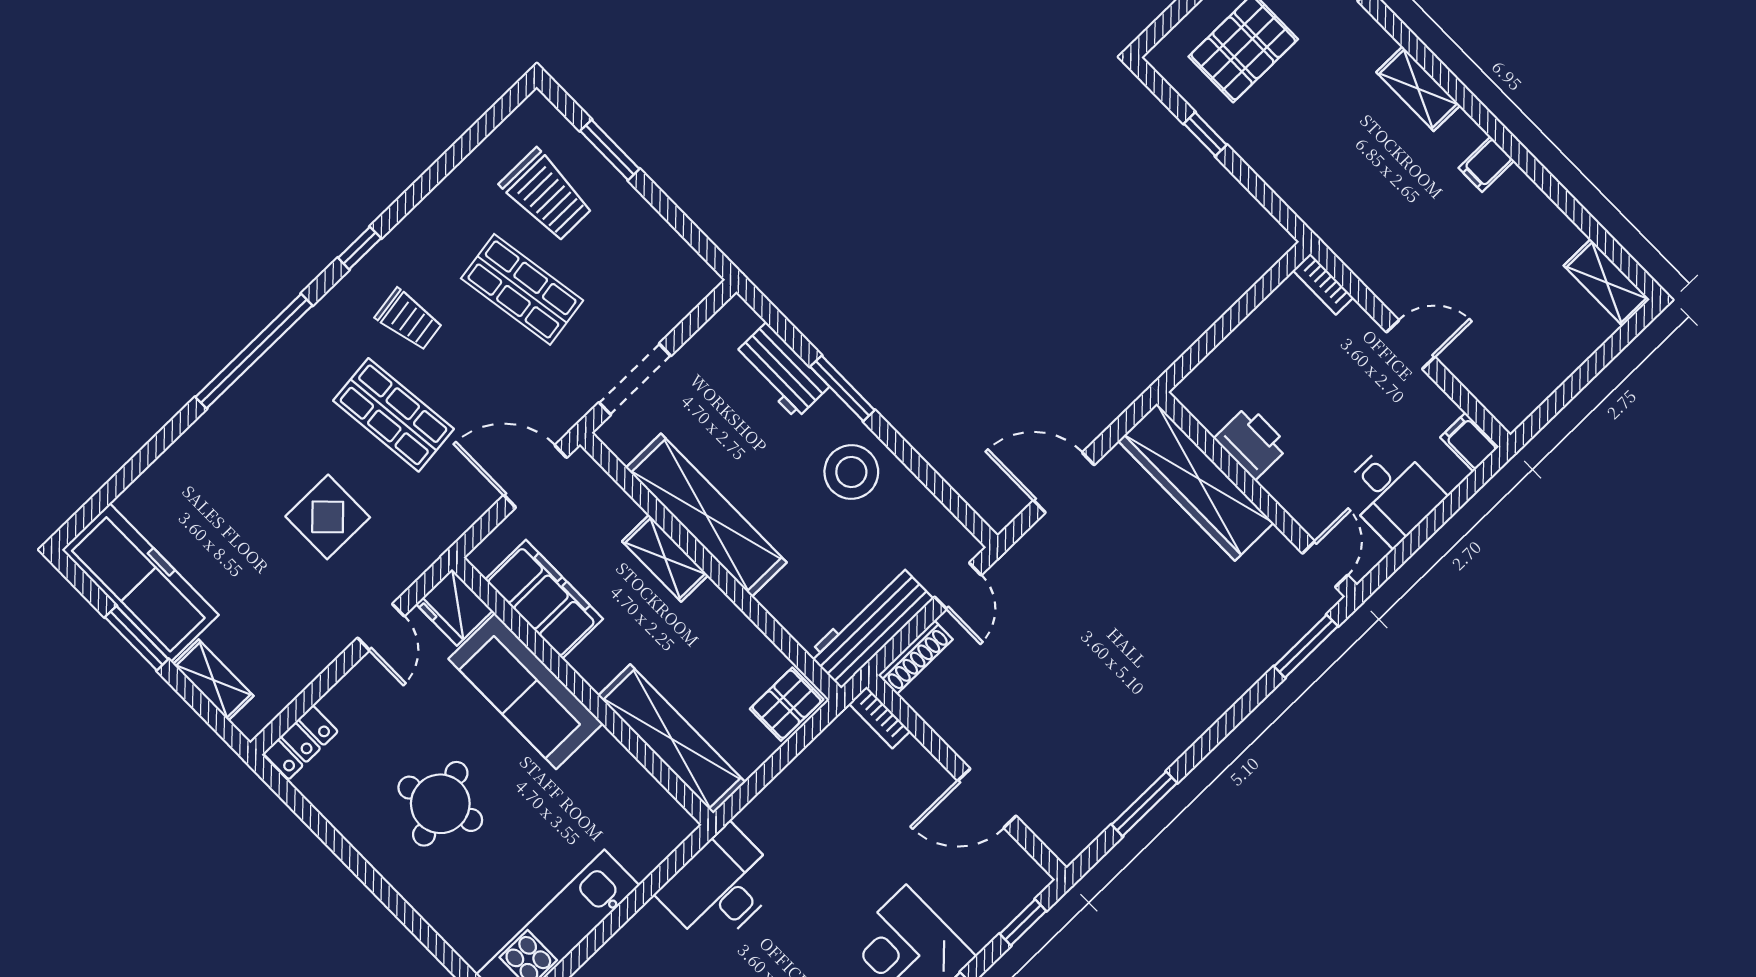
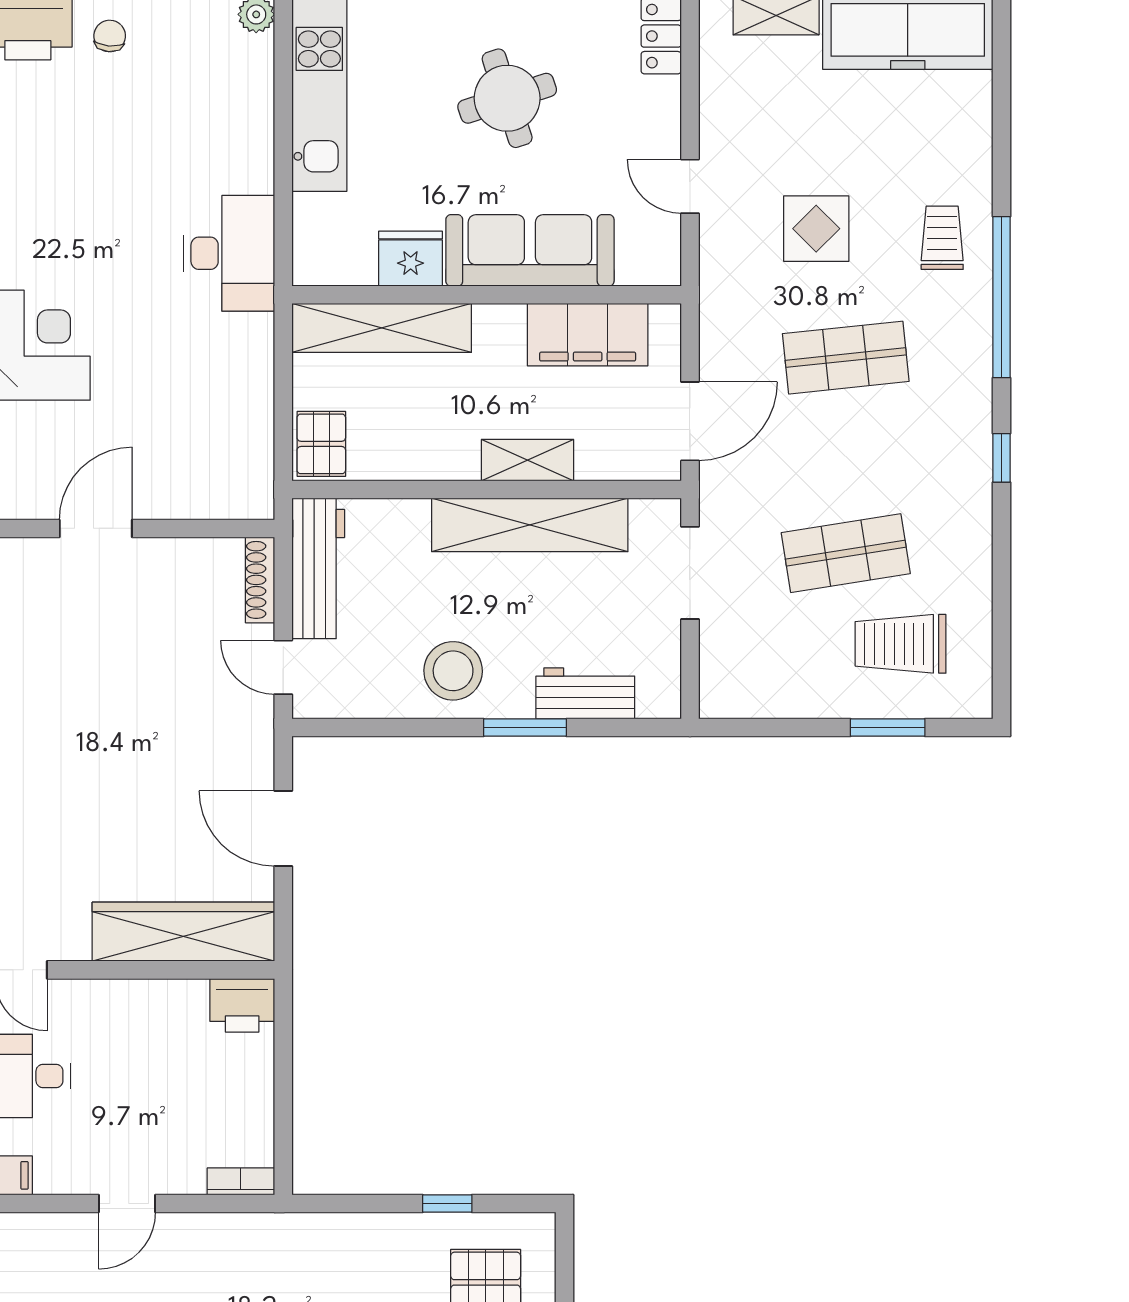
trolley: (409, 320) -> (942, 238), moved, turned 99
printer: (1252, 442) -> (242, 1005), moved
door: (1064, 483) -> (283, 829), swing flipped
fridge: (454, 607) -> (411, 259), moved
bookcase: (879, 717) -> (240, 506), removed

